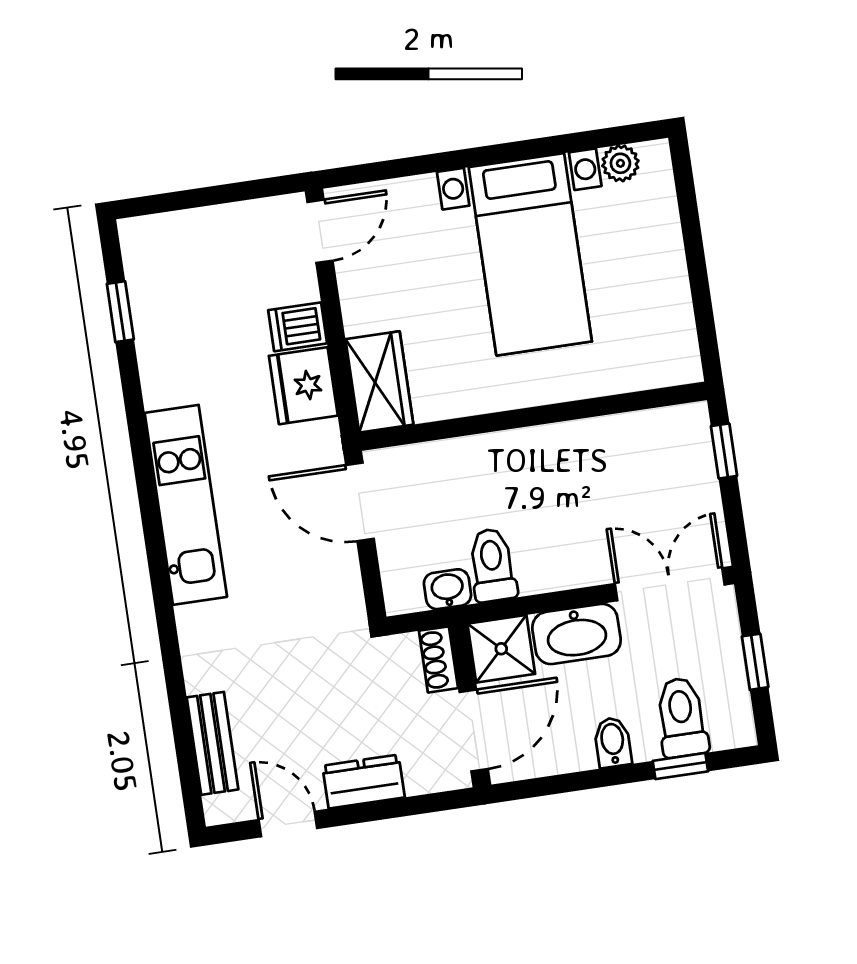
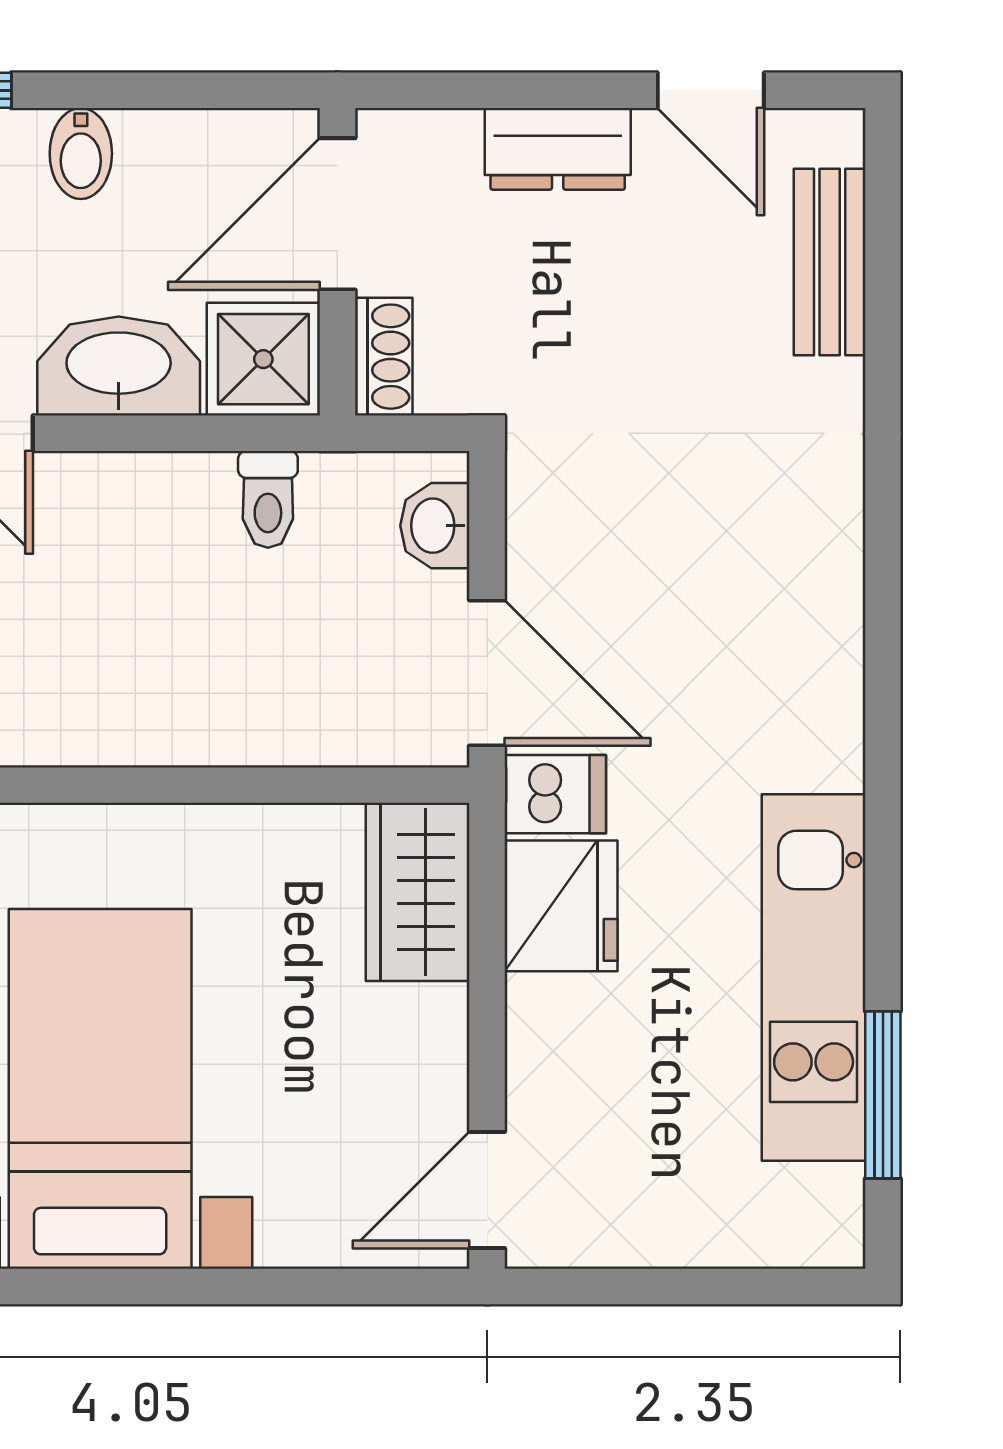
window: (120, 312) -> (883, 1095), width x1.50
dishwasher: (298, 327) -> (555, 794), moved
kitchen unit: (186, 505) -> (814, 977), moved
toilet: (492, 565) -> (268, 499), width x0.73, depth x0.72
washbasin: (447, 589) -> (435, 526), moved, turned 90

